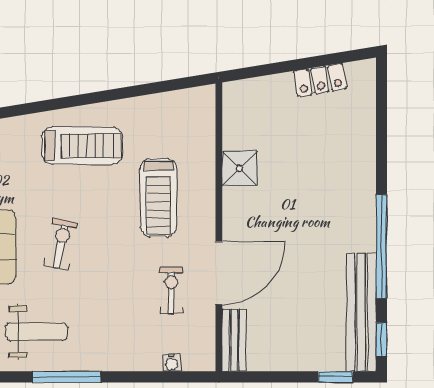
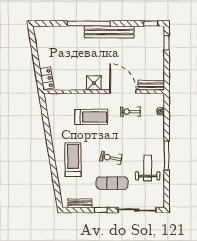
locker: (320, 80) -> (47, 78), moved
treadmill: (82, 146) -> (73, 160), moved
shower: (240, 168) -> (94, 83), moved
window: (382, 247) -> (89, 23), moved
bench: (361, 312) -> (109, 32), moved

